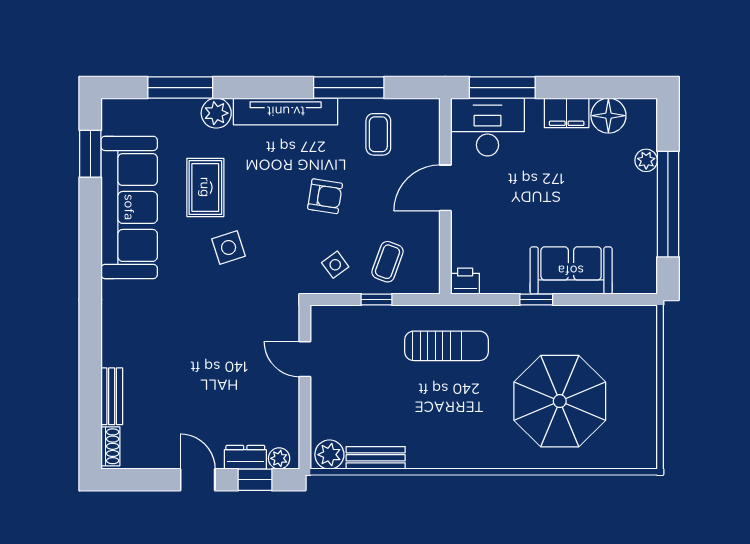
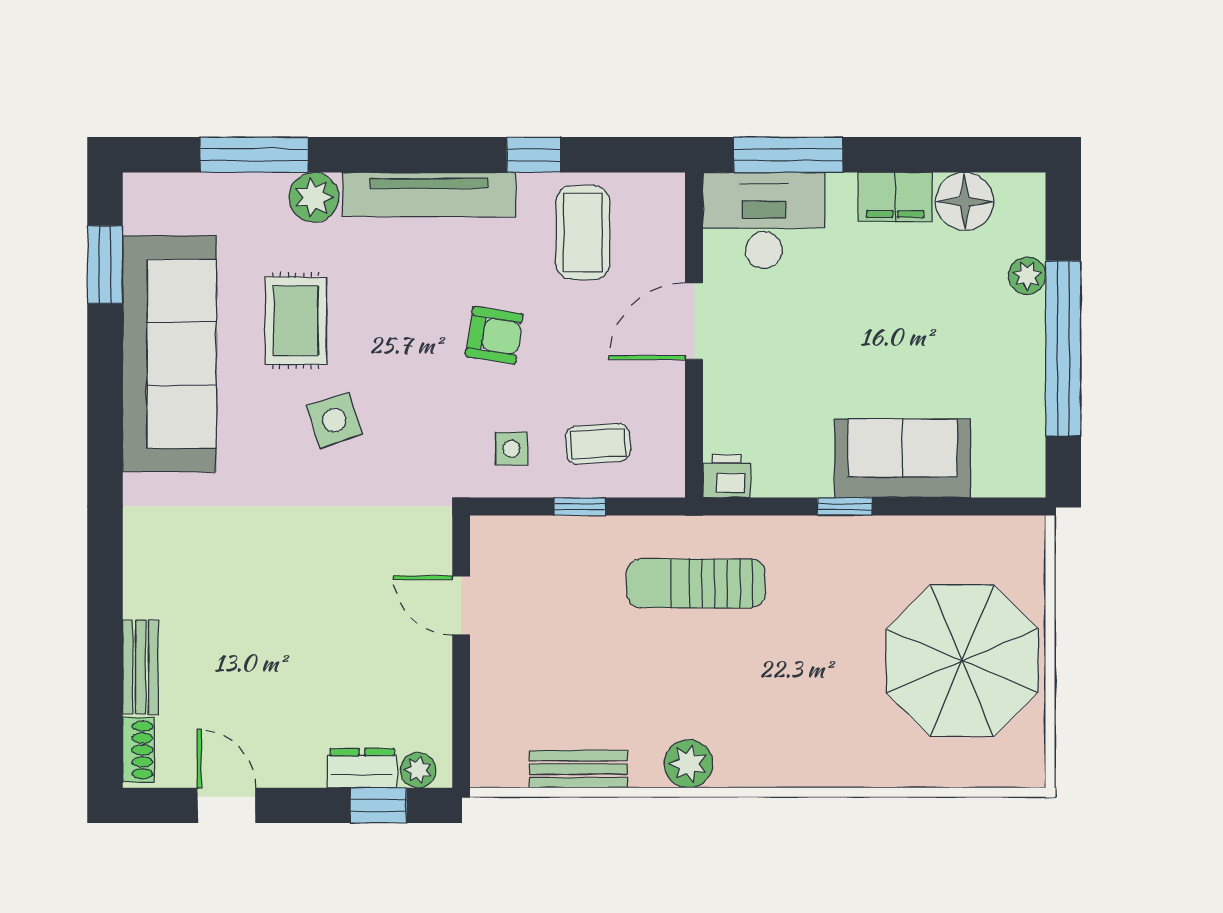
window: (349, 88) -> (534, 155), width x0.46
coffee table: (378, 134) -> (583, 232), width x1.36, depth x1.30
coffee table: (387, 262) -> (598, 444), turned 66
side table: (335, 265) -> (511, 449), turned 36
sun lounger: (447, 346) -> (696, 583), turned 180
parasol: (560, 401) -> (962, 661), moved
plant: (329, 455) -> (688, 764), moved
door: (198, 480) -> (226, 805), moved

